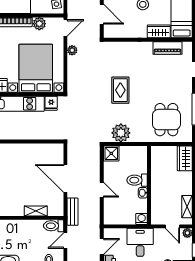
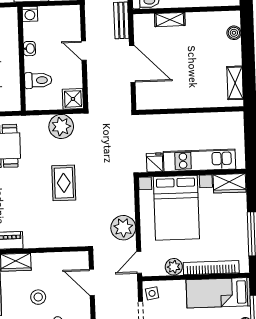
plant: (72, 50) -> (123, 228), width x1.87, depth x1.87
toilet: (137, 180) -> (38, 80), moved

